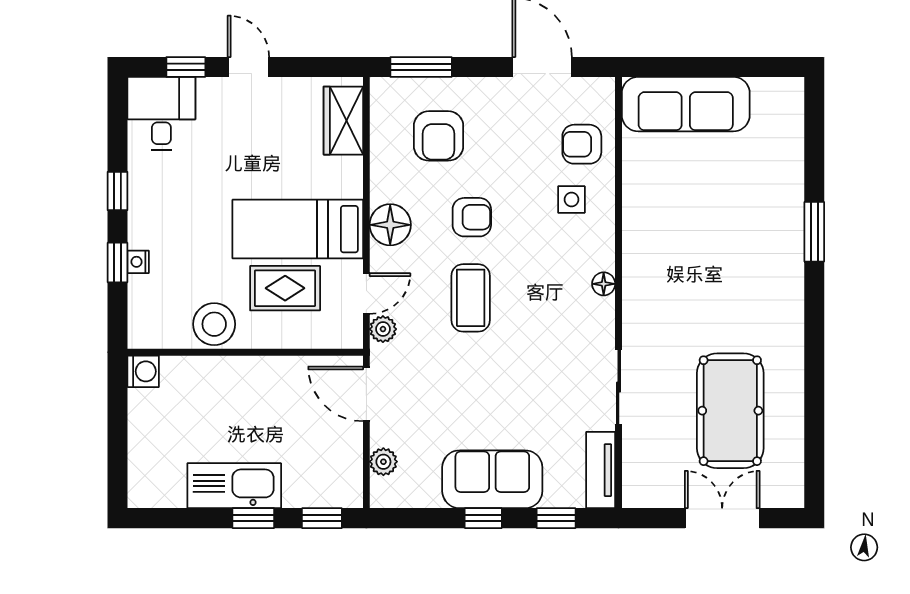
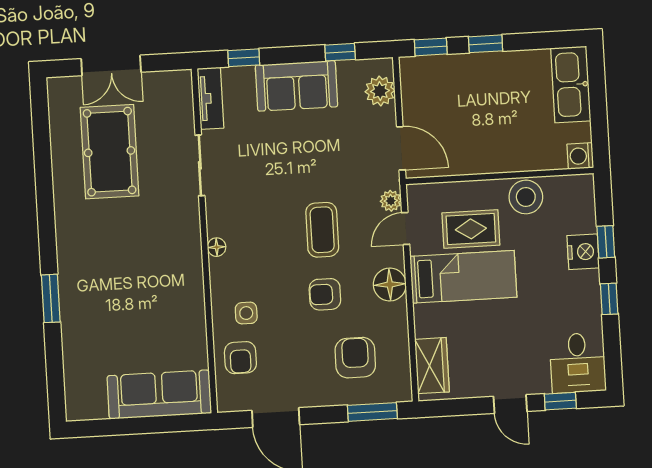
armchair: (582, 144) -> (240, 358), turned 90
nightstand: (138, 262) -> (583, 252), width x1.89, depth x1.79
plant: (383, 462) -> (380, 91), width x1.38, depth x1.38
kitchen sink: (234, 486) -> (571, 84), moved, turned 90
window: (483, 518) -> (340, 52), moved

